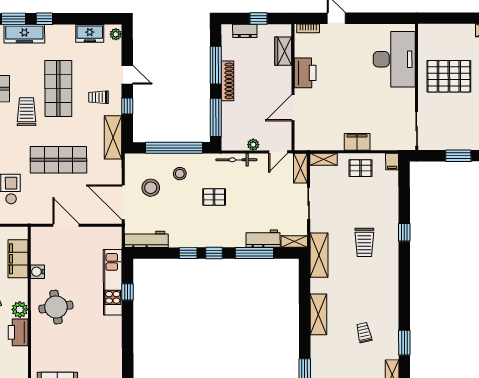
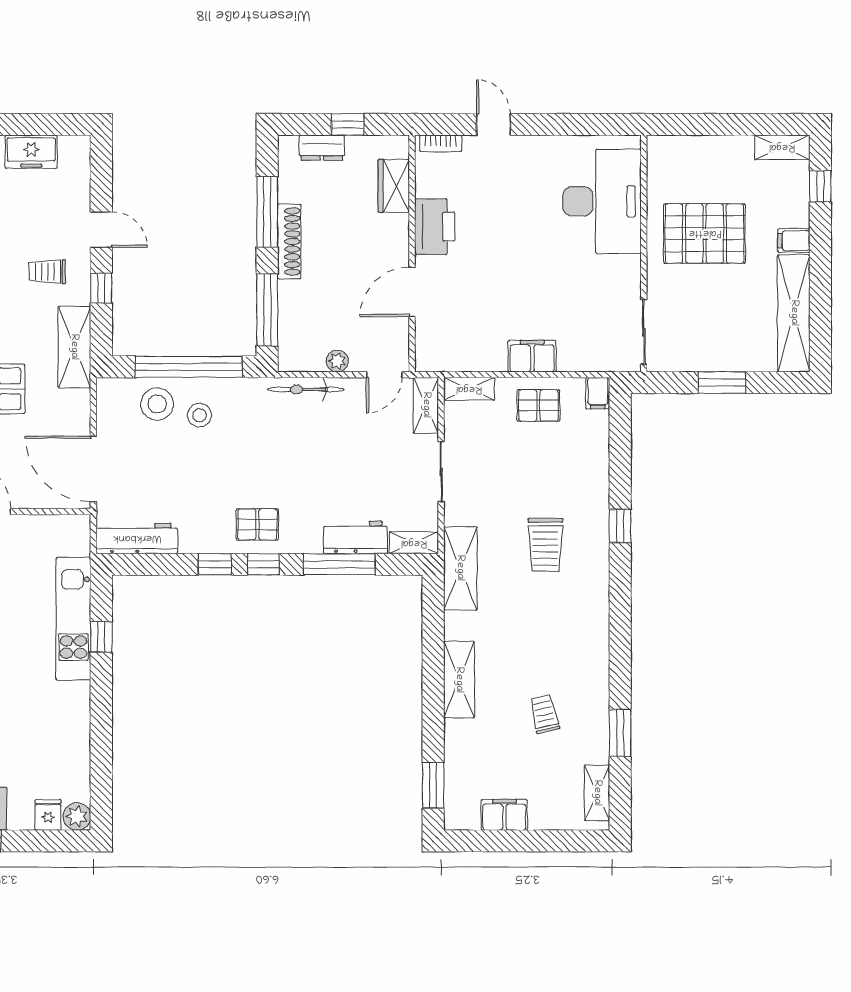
plant: (116, 34) -> (80, 154), removed
stool: (151, 188) -> (157, 404), moved
pallet: (214, 197) -> (257, 524), moved

